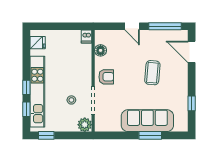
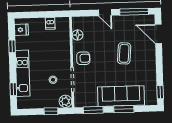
dishwasher: (87, 36) -> (50, 23), moved
window: (26, 87) -> (12, 46), moved
kitchen unit: (37, 92) -> (23, 73), width x0.73
window: (192, 103) -> (160, 92), moved
window: (46, 135) -> (51, 111), moved
window: (116, 135) -> (93, 110), added

